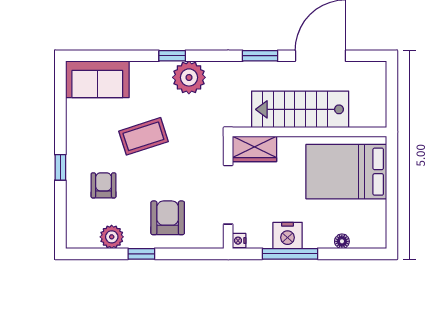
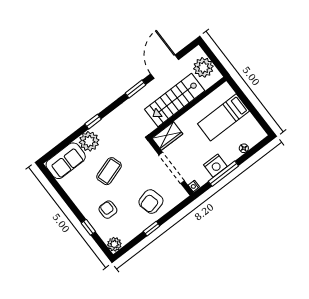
plant: (189, 77) -> (89, 141), moved
plant: (370, 96) -> (203, 67), added
window: (60, 167) -> (88, 227), moved
bed: (346, 172) -> (223, 117), width x0.67
armchair: (168, 218) -> (151, 202), turned -104
plant: (112, 237) -> (114, 244), moved

